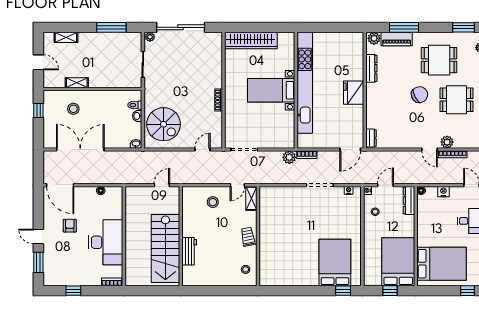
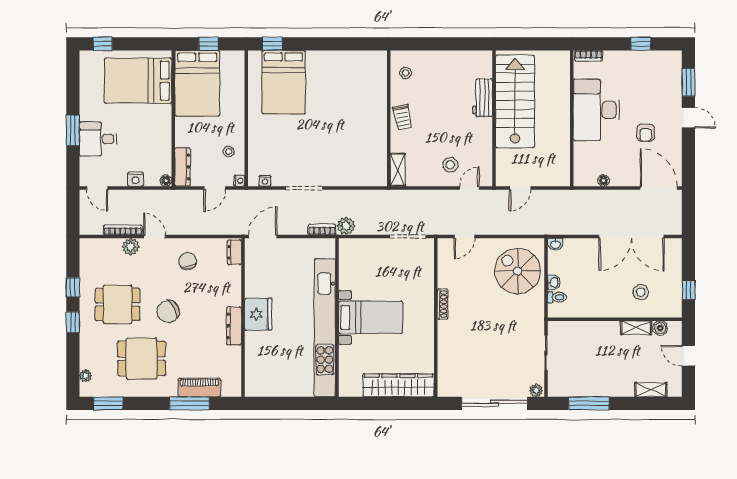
plant: (374, 38) -> (230, 388), removed
dresser: (371, 68) -> (234, 326), moved
boiler: (59, 82) -> (660, 328), added
chair: (405, 131) -> (188, 261), added
door: (237, 185) -> (469, 188), moved

